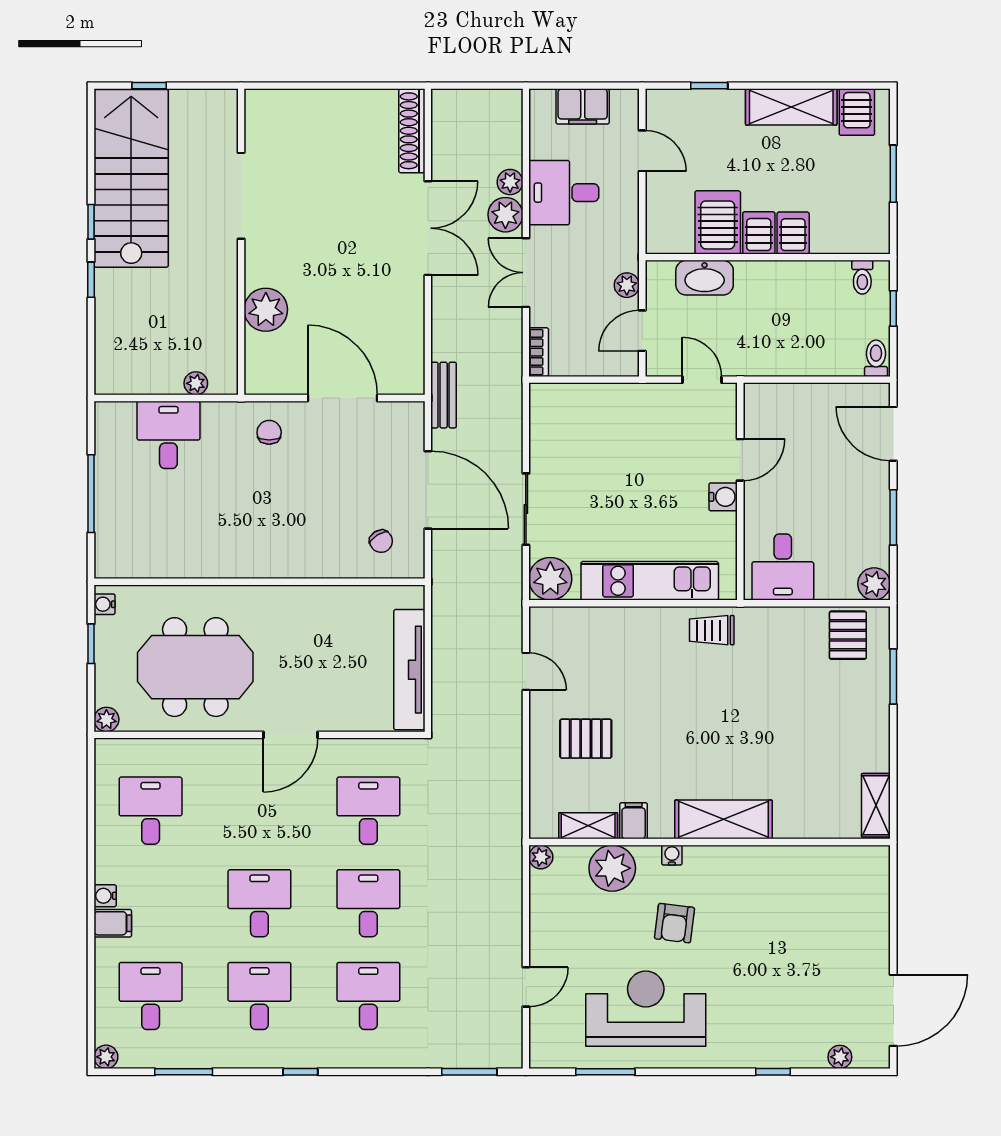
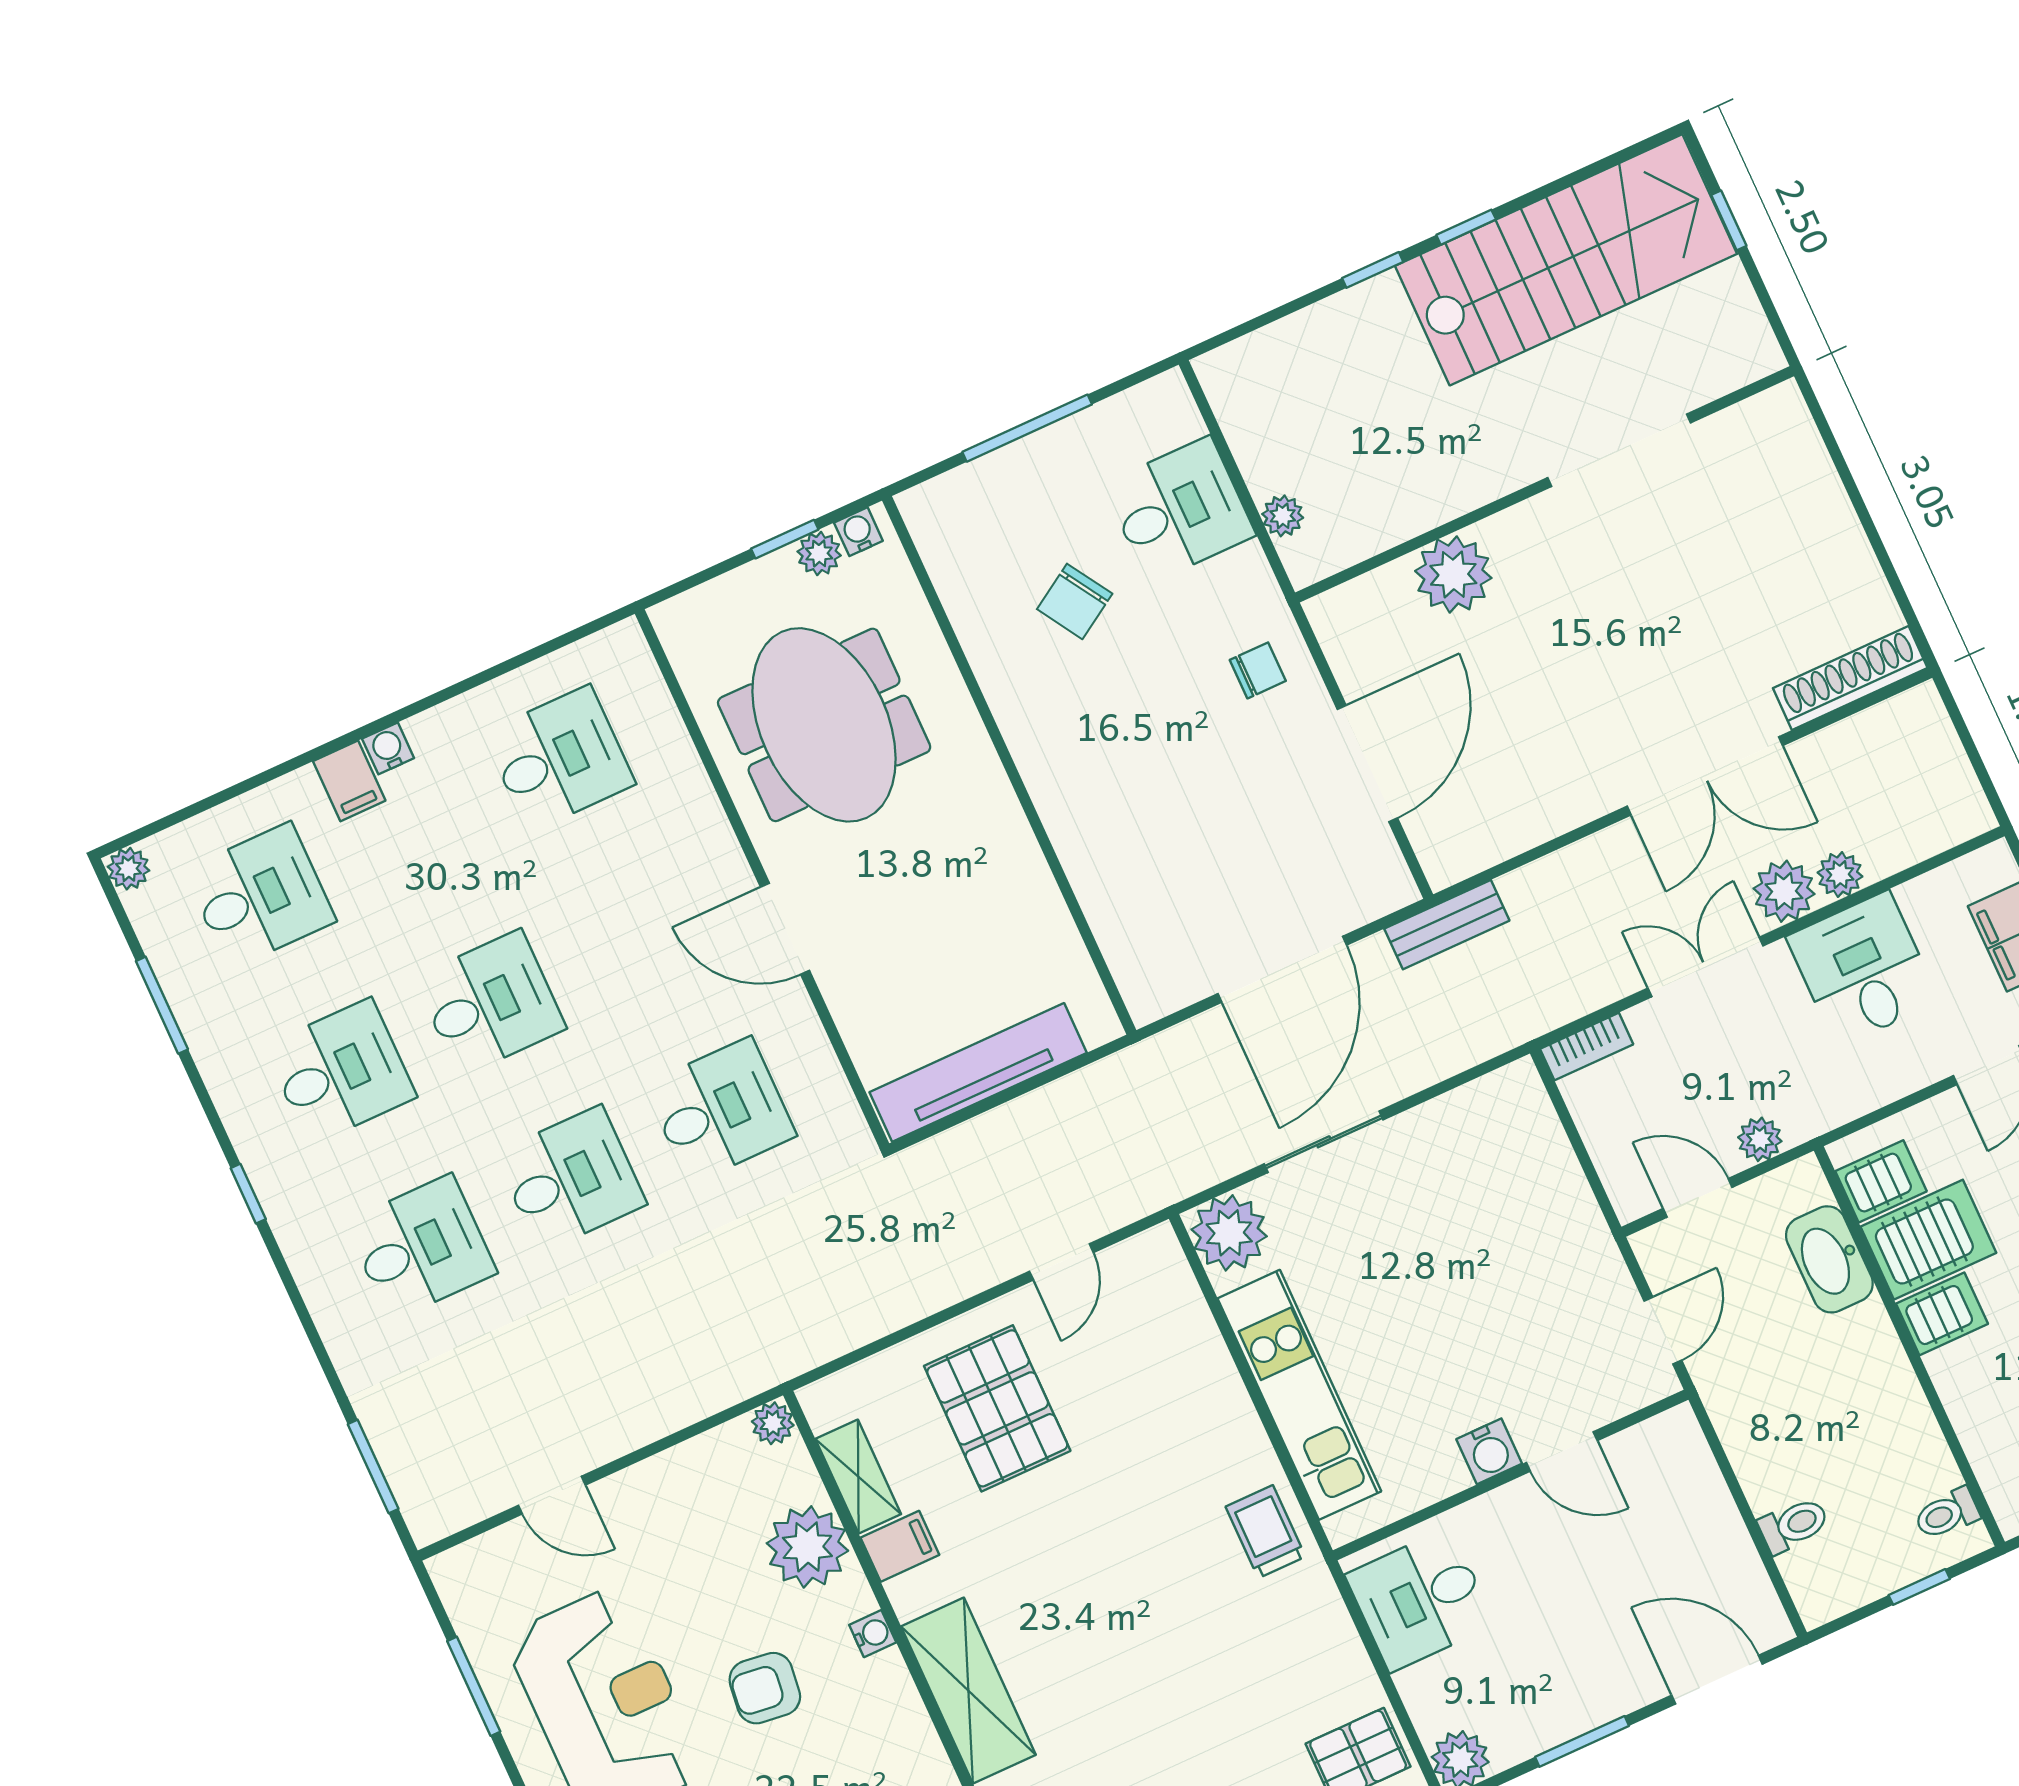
server rack: (793, 233) -> (1881, 1181), moved
toilet: (876, 358) -> (1794, 1525), moved
door: (893, 434) -> (1717, 1680), hinge flipped
chair: (381, 541) -> (1075, 601), moved, width x1.37, depth x1.37
plant: (106, 719) -> (819, 553), moved
pallet: (586, 739) -> (997, 1408), width x1.50, depth x1.42

